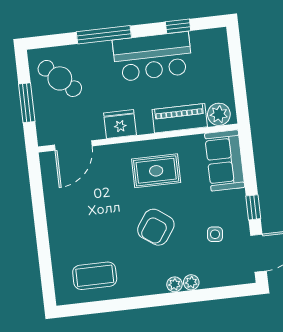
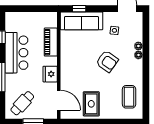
plant: (219, 114) -> (51, 21), removed
sofa: (225, 160) -> (81, 21), width x1.36
rug: (156, 171) -> (91, 104), moved
window: (253, 207) -> (79, 9), moved

